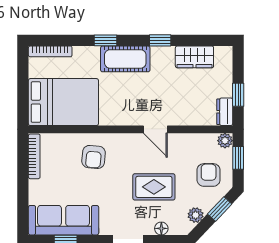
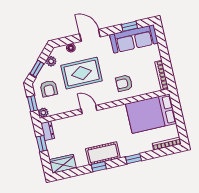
wardrobe: (194, 57) -> (63, 164), moved
cot: (125, 59) -> (103, 153), moved
armchair: (94, 157) -> (124, 83), turned -95
rug: (154, 187) -> (82, 73), width x1.36, depth x1.43

